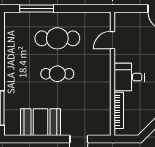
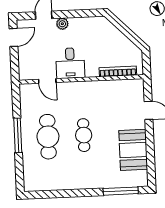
window: (37, 9) -> (18, 135), moved
desk: (129, 77) -> (70, 63), moved

